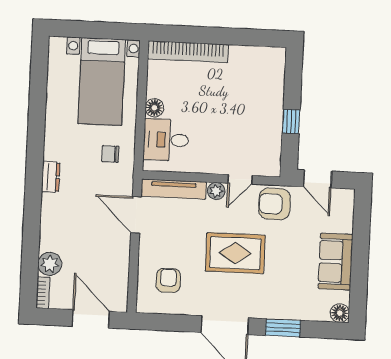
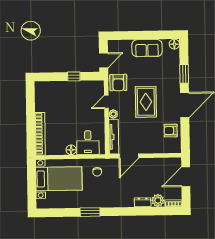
window: (36, 136) -> (90, 212), added
dresser: (51, 177) -> (143, 202), moved
door: (240, 179) -> (106, 102), swing flipped
armchair: (168, 281) -> (171, 131), moved

